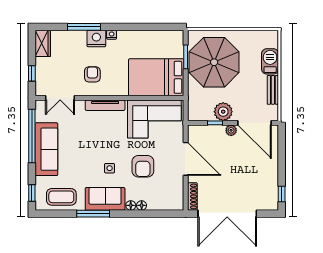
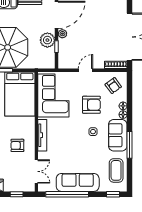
door: (186, 159) -> (86, 70), width x0.53
armchair: (167, 193) -> (113, 86), added

